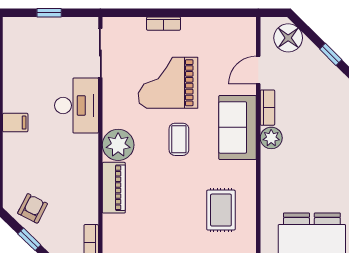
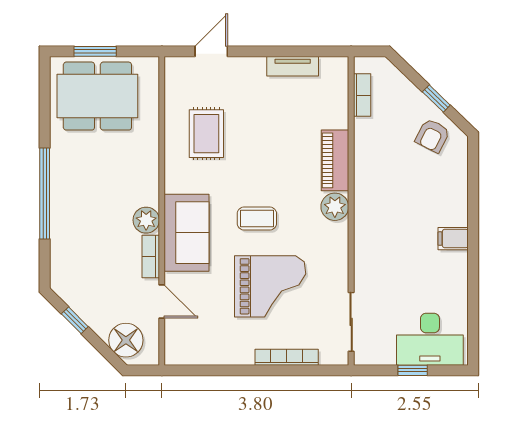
bookcase: (164, 24) -> (287, 357), width x1.56
door: (258, 70) -> (162, 301), hinge flipped
desk: (77, 105) -> (430, 339), moved, turned -90
coffee table: (179, 139) -> (257, 218), turned 90
plant: (118, 145) -> (335, 207), width x0.73, depth x0.73

